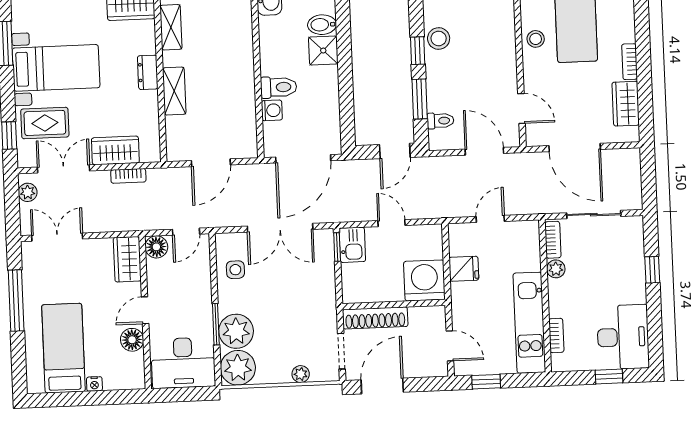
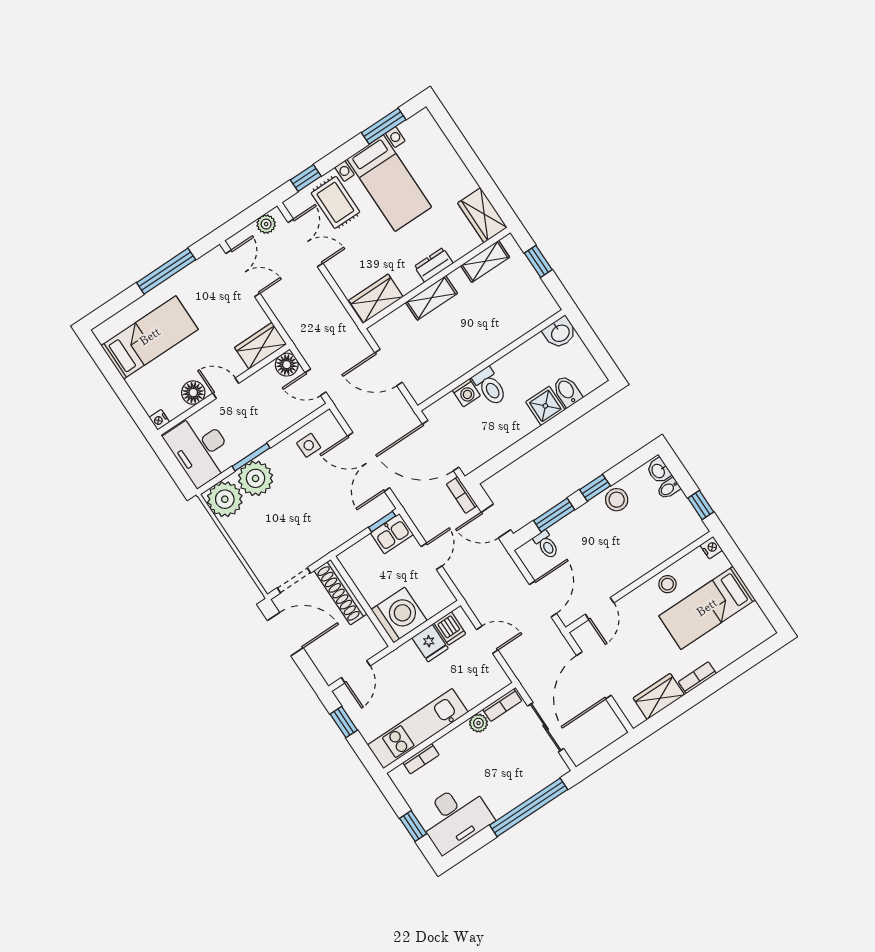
wardrobe: (115, 150) -> (376, 299), moved, turned -90
bookcase: (128, 176) -> (462, 495), moved
dishwasher: (462, 245) -> (450, 628), added
window: (652, 270) -> (529, 807), width x3.17
plant: (301, 374) -> (252, 557), removed
nightstand: (94, 384) -> (159, 420), moved

